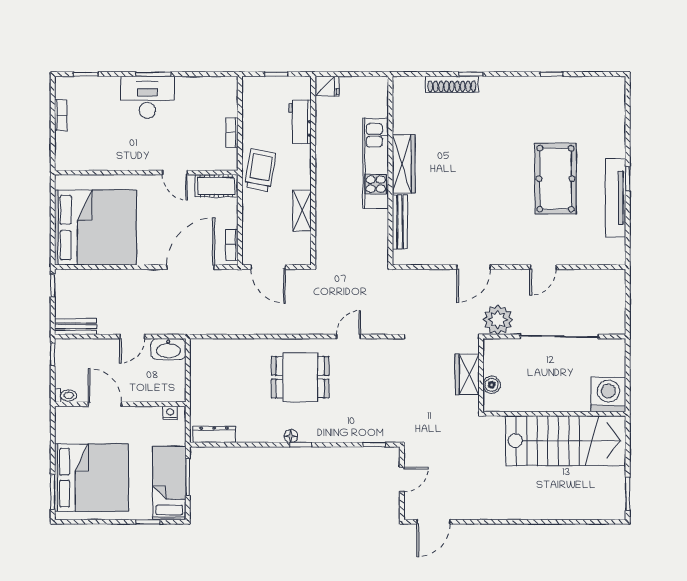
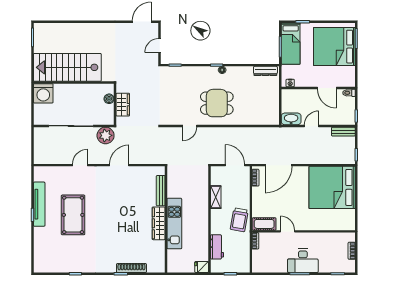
wall: (146, 173) -> (304, 231), moved
door: (175, 173) -> (287, 231), moved
cot: (216, 186) -> (264, 224), moved

